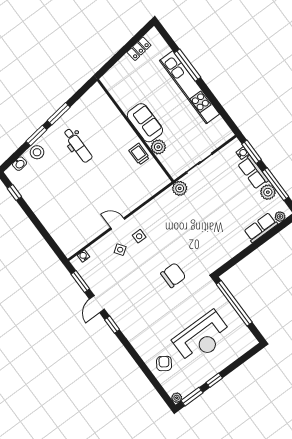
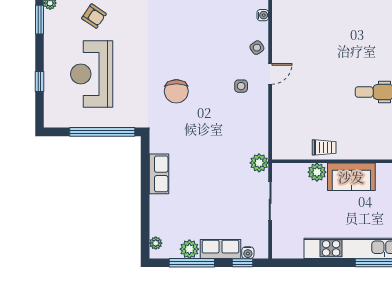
window: (252, 152) -> (243, 263), width x0.67
row of seats: (261, 228) -> (159, 174), moved
side table: (120, 250) -> (257, 48), moved
window: (214, 380) -> (39, 82), moved

